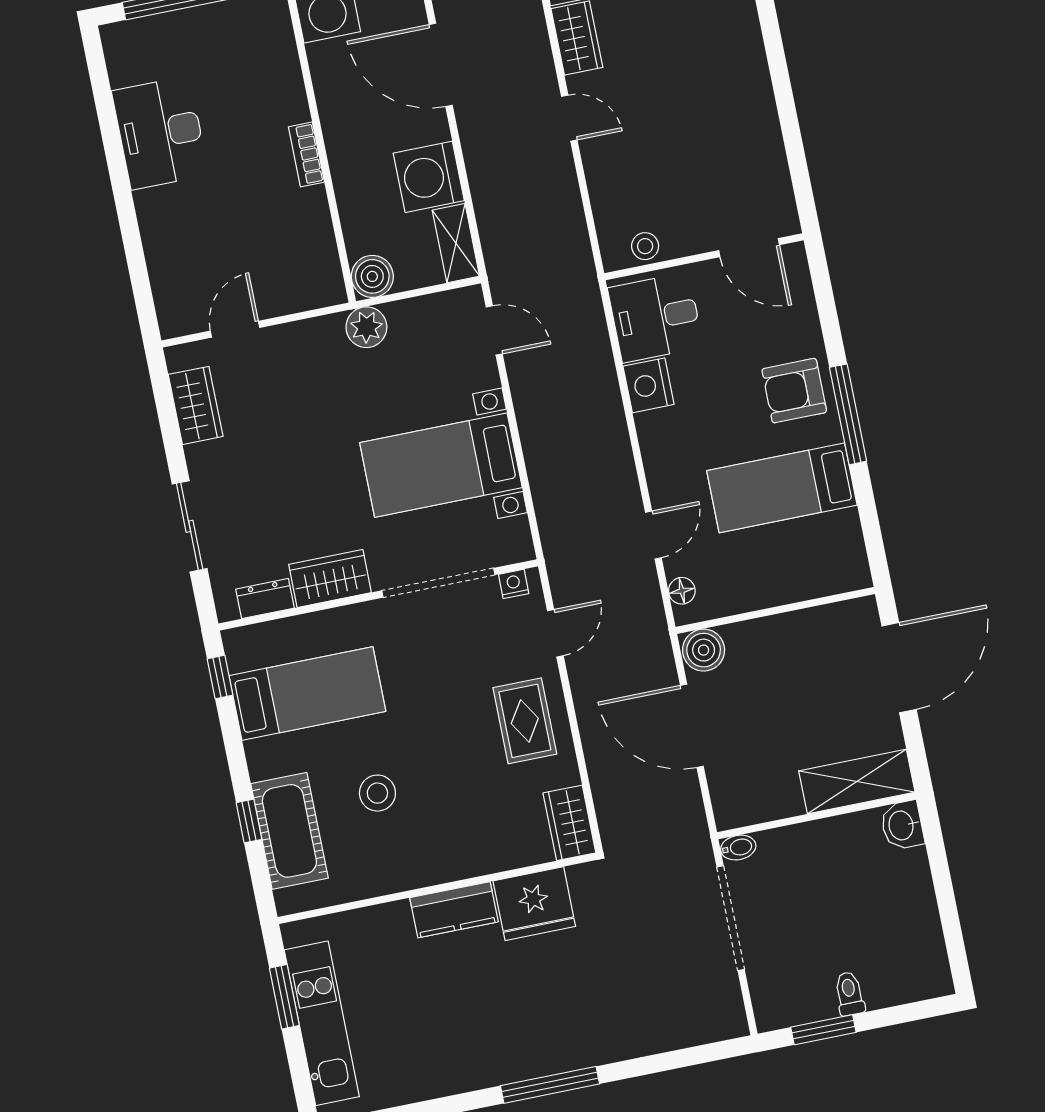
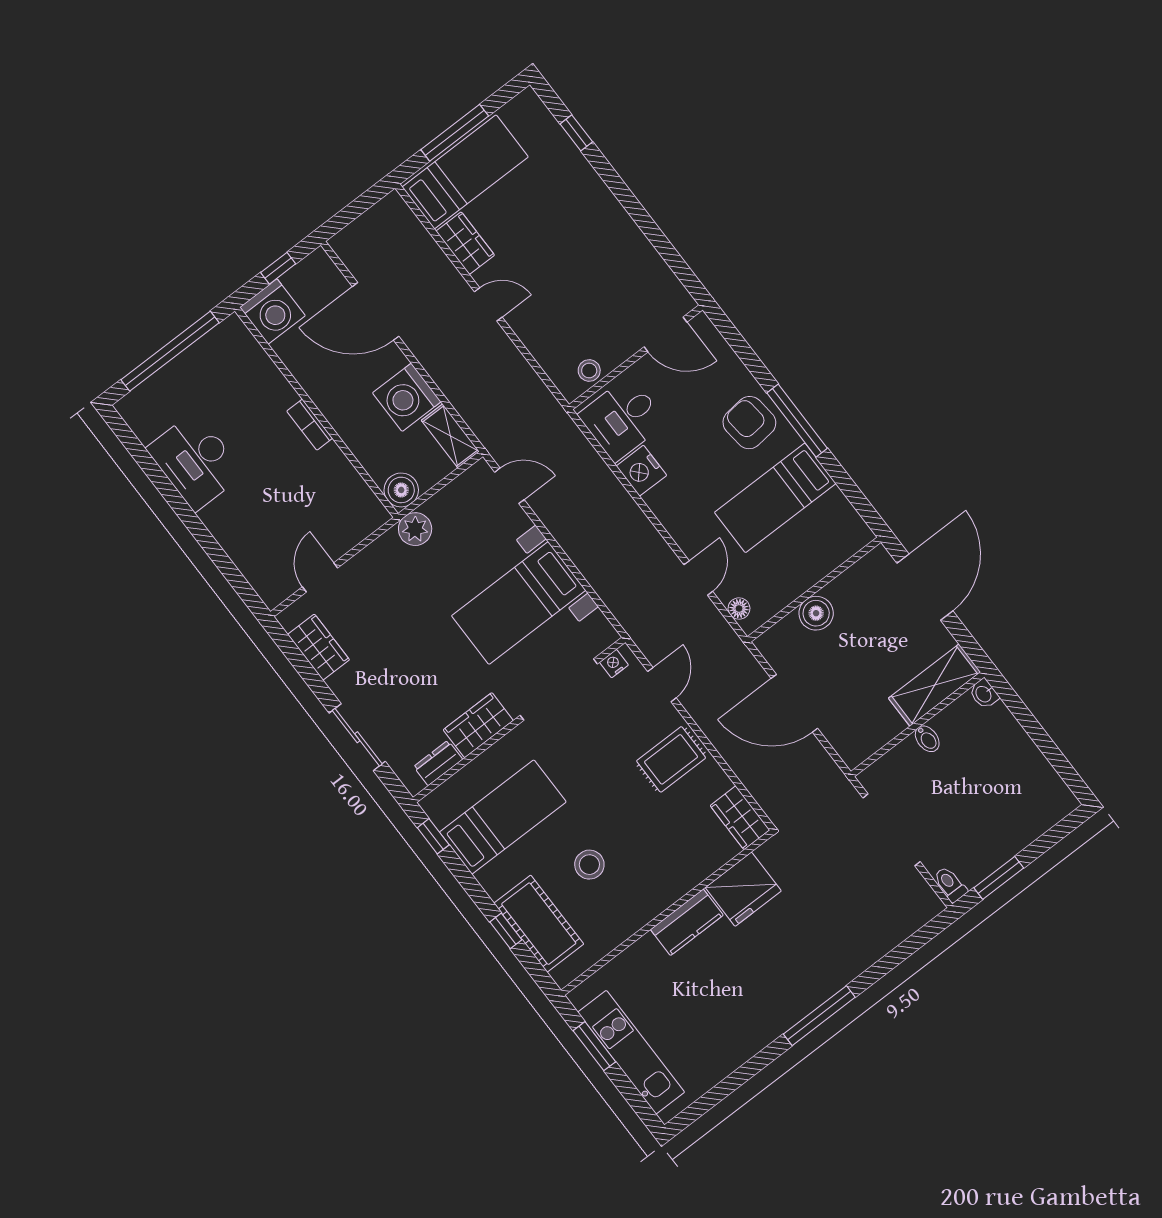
armchair: (794, 391) -> (749, 423), turned 84
boiler: (704, 650) -> (816, 613), moved
rug: (525, 721) -> (671, 759), turned 90
washbasin: (902, 825) -> (984, 694), width x0.72, depth x0.69
bidet: (738, 848) -> (927, 739), moved, turned 90
toilet: (849, 994) -> (950, 884), moved

